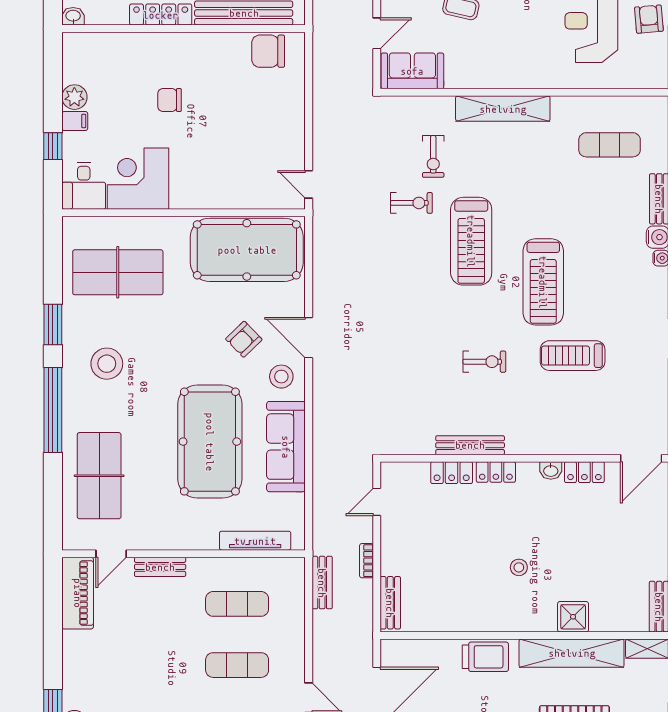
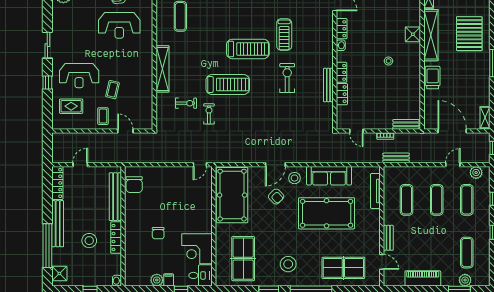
sofa: (412, 71) -> (144, 113), removed
exercise bike: (484, 362) -> (287, 78), width x1.38, depth x1.39
piano: (78, 593) -> (423, 278), moved

